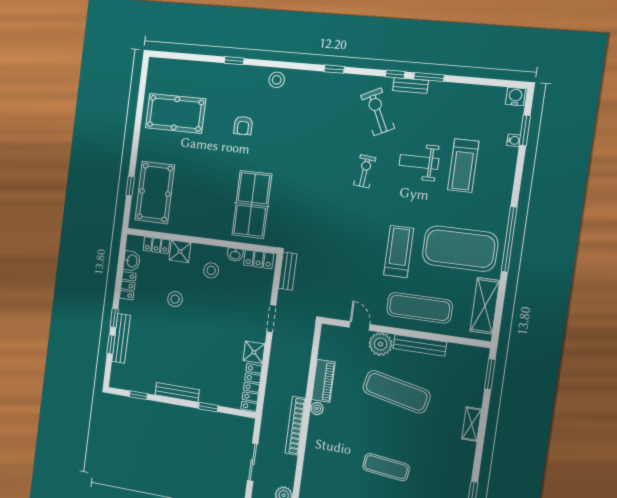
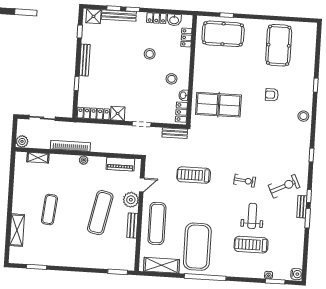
shower: (180, 251) -> (93, 16), moved
treadmill: (399, 252) -> (194, 175), moved, turned 180
bench: (420, 345) -> (132, 225), width x0.73
piano: (323, 381) -> (120, 164), moved
shelving: (472, 424) -> (38, 158), moved

